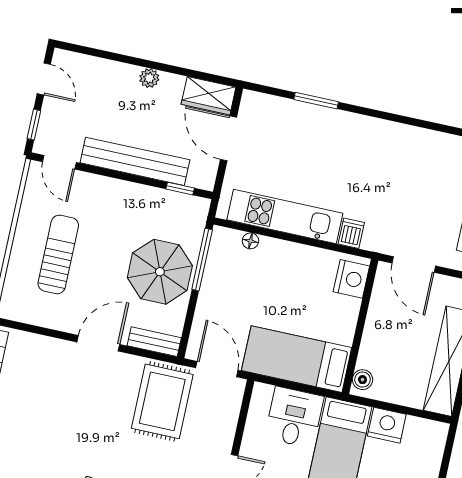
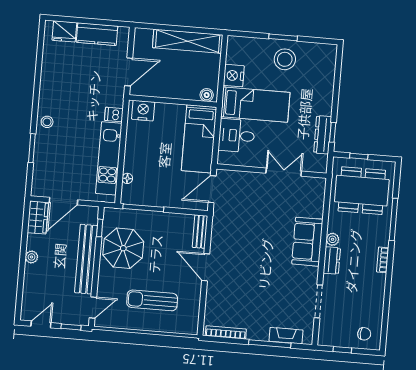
stool: (353, 129) -> (47, 122), added
parasol: (160, 272) -> (123, 248), moved
rug: (162, 401) -> (237, 221), removed

